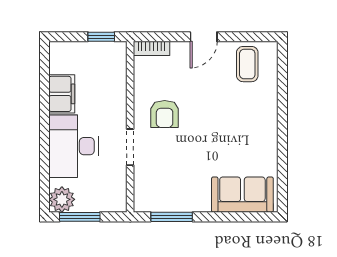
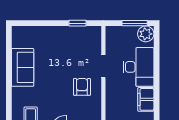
sofa: (242, 195) -> (23, 67), moved, turned -90
window: (172, 217) -> (78, 23), width x0.67

